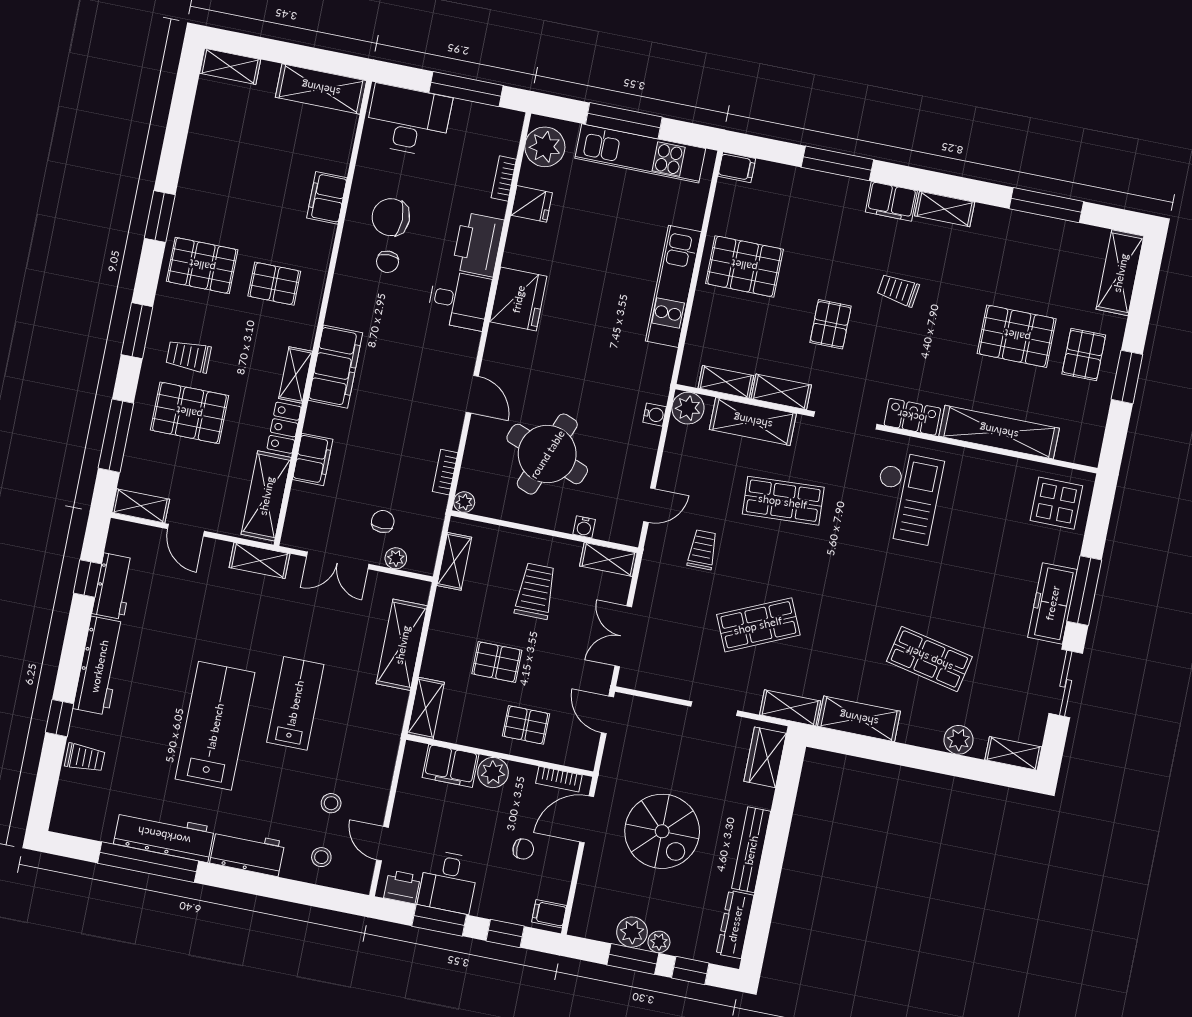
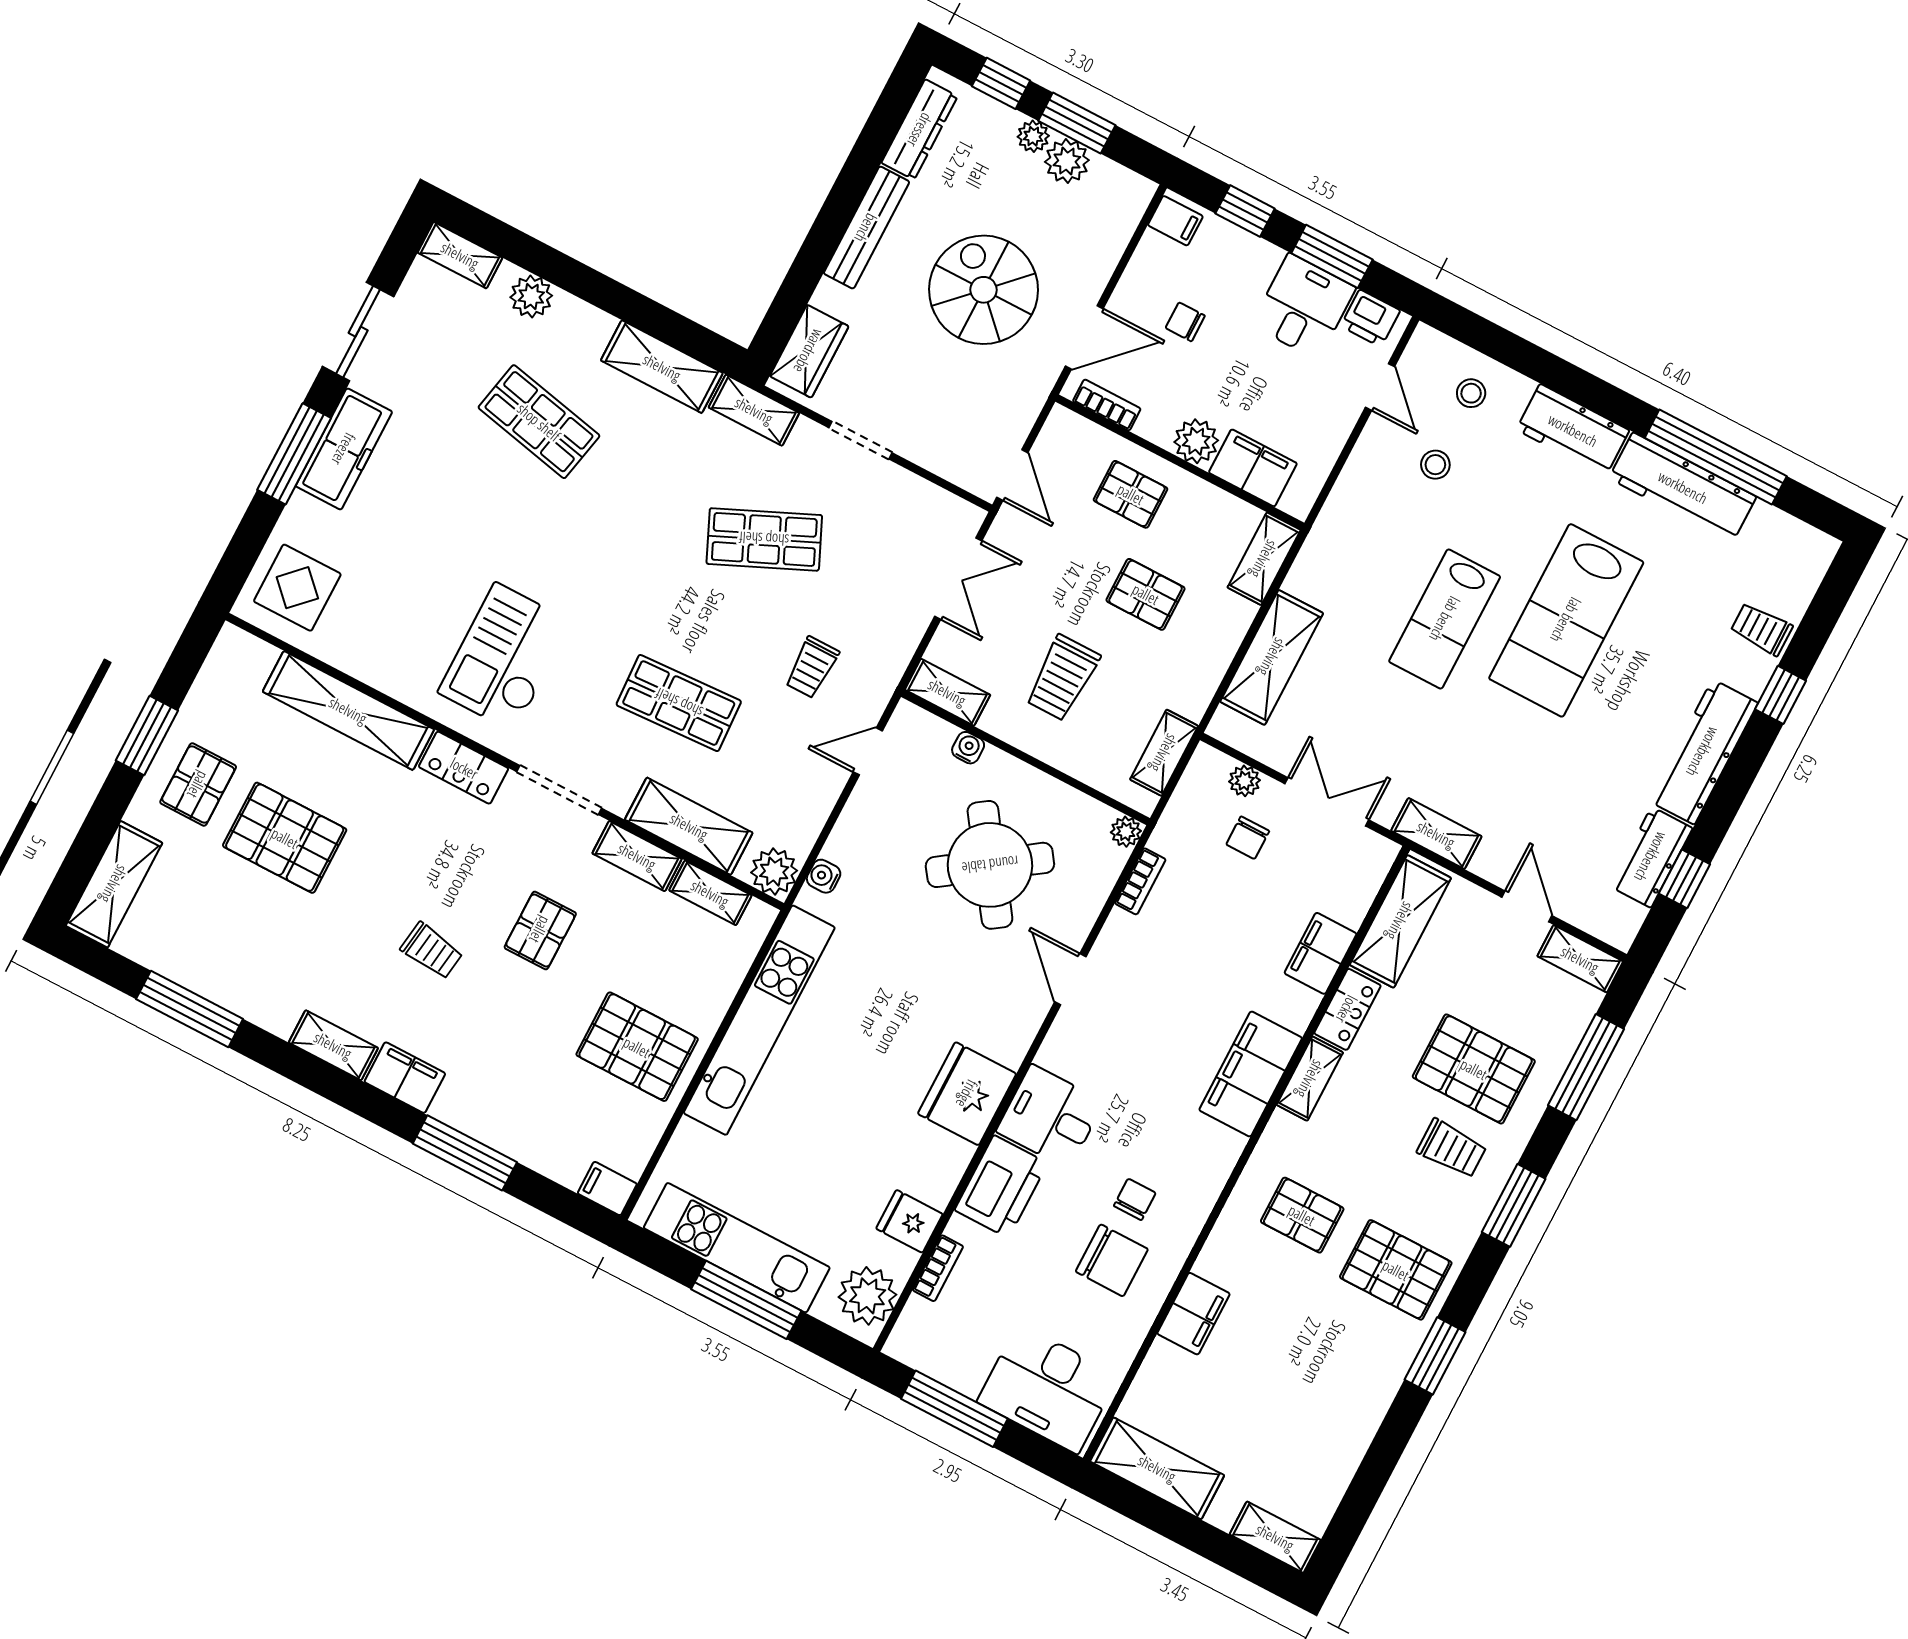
kitchen unit: (673, 286) -> (759, 1020), width x1.36
round table: (547, 454) -> (990, 865), turned 34

